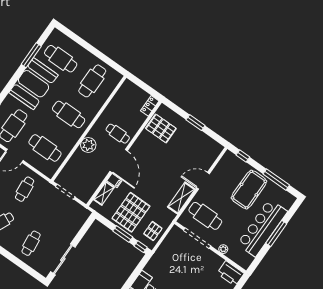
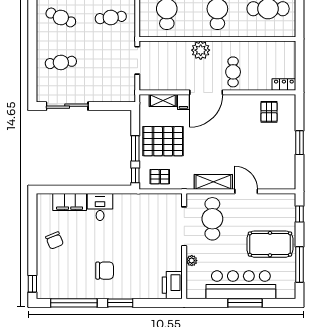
pallet: (161, 128) -> (269, 112), width x0.67, depth x0.71

